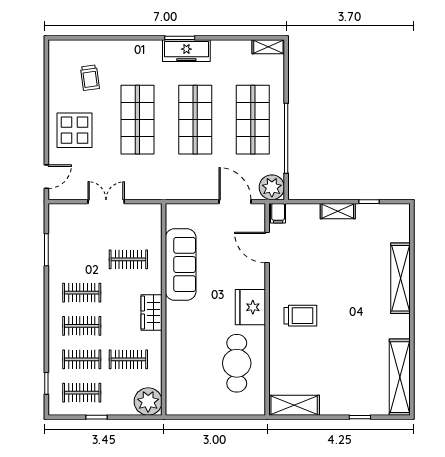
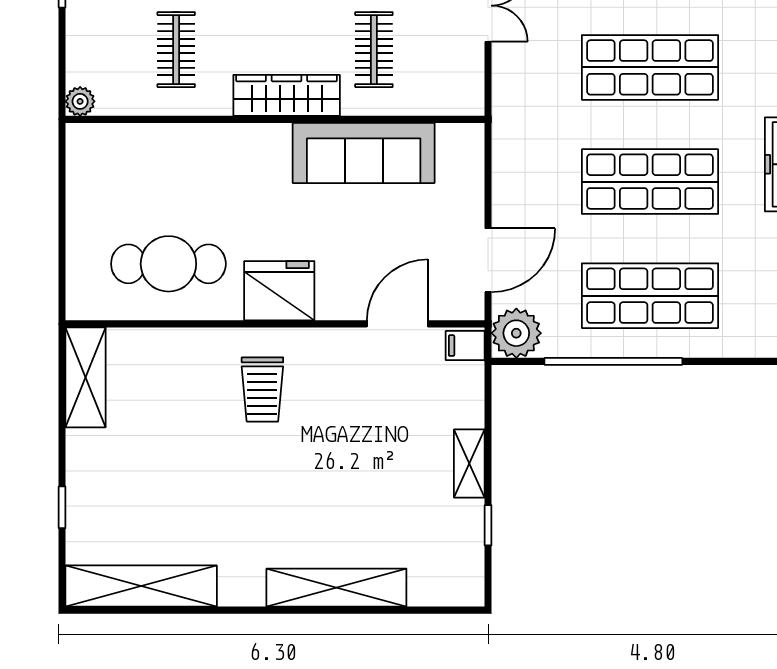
wardrobe: (152, 312) -> (287, 95), width x1.50
plant: (148, 401) -> (80, 101), width x0.53, depth x0.53

